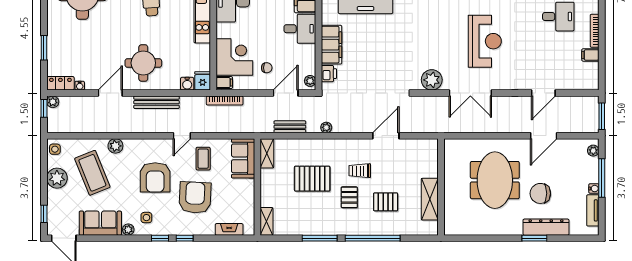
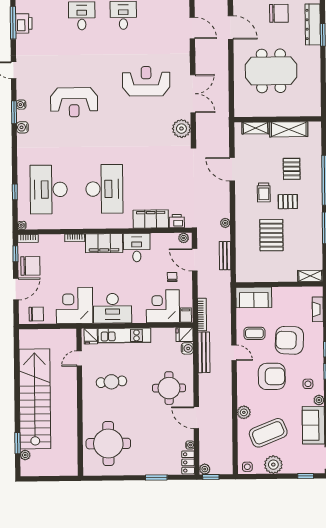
bench: (157, 102) -> (204, 352), moved
shelving: (267, 153) -> (256, 128), moved
chair: (540, 193) -> (279, 13), moved, turned -90

